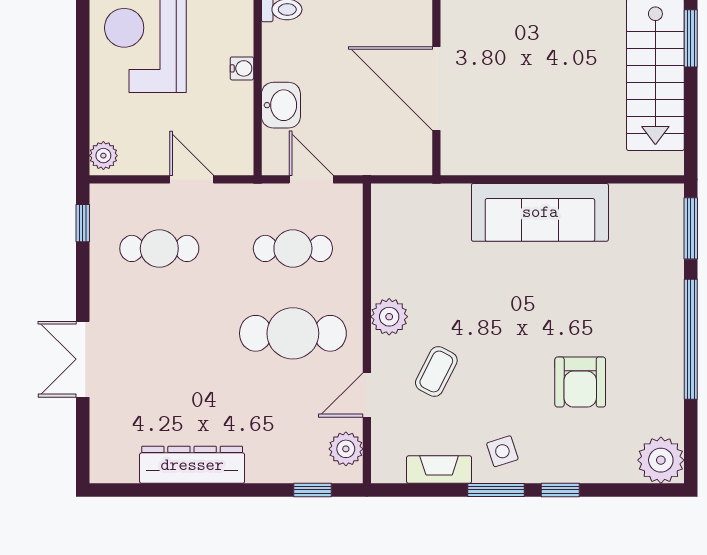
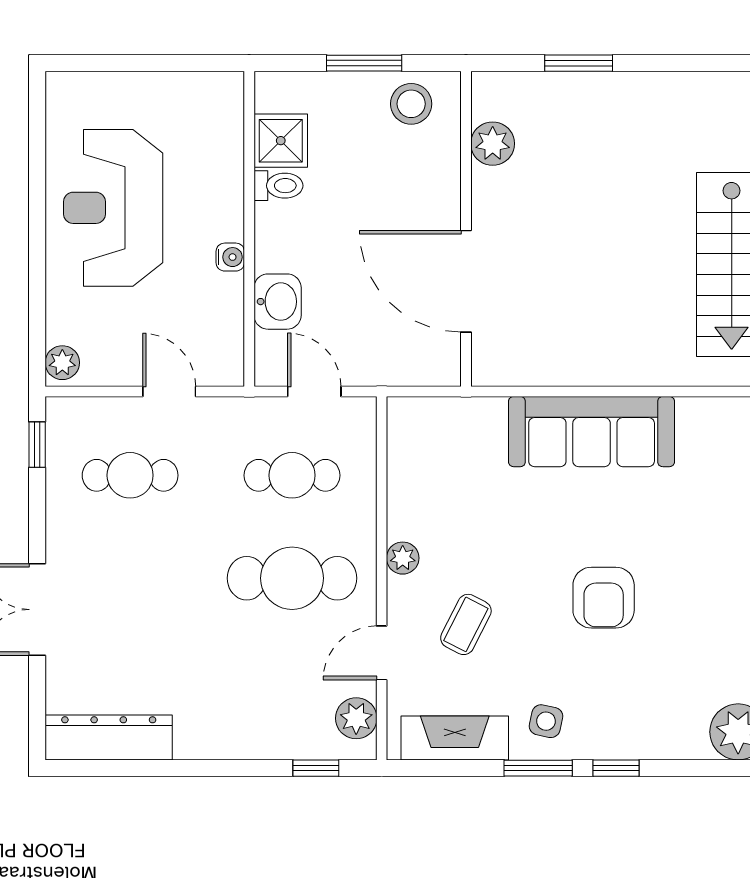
plant: (389, 317) -> (403, 558), width x0.73, depth x0.73
armchair: (580, 382) -> (604, 598), moved
side table: (502, 451) -> (546, 721), turned 30
dresser: (192, 465) -> (109, 737), moved
fireplace: (439, 470) -> (455, 738), width x1.37, depth x1.32

